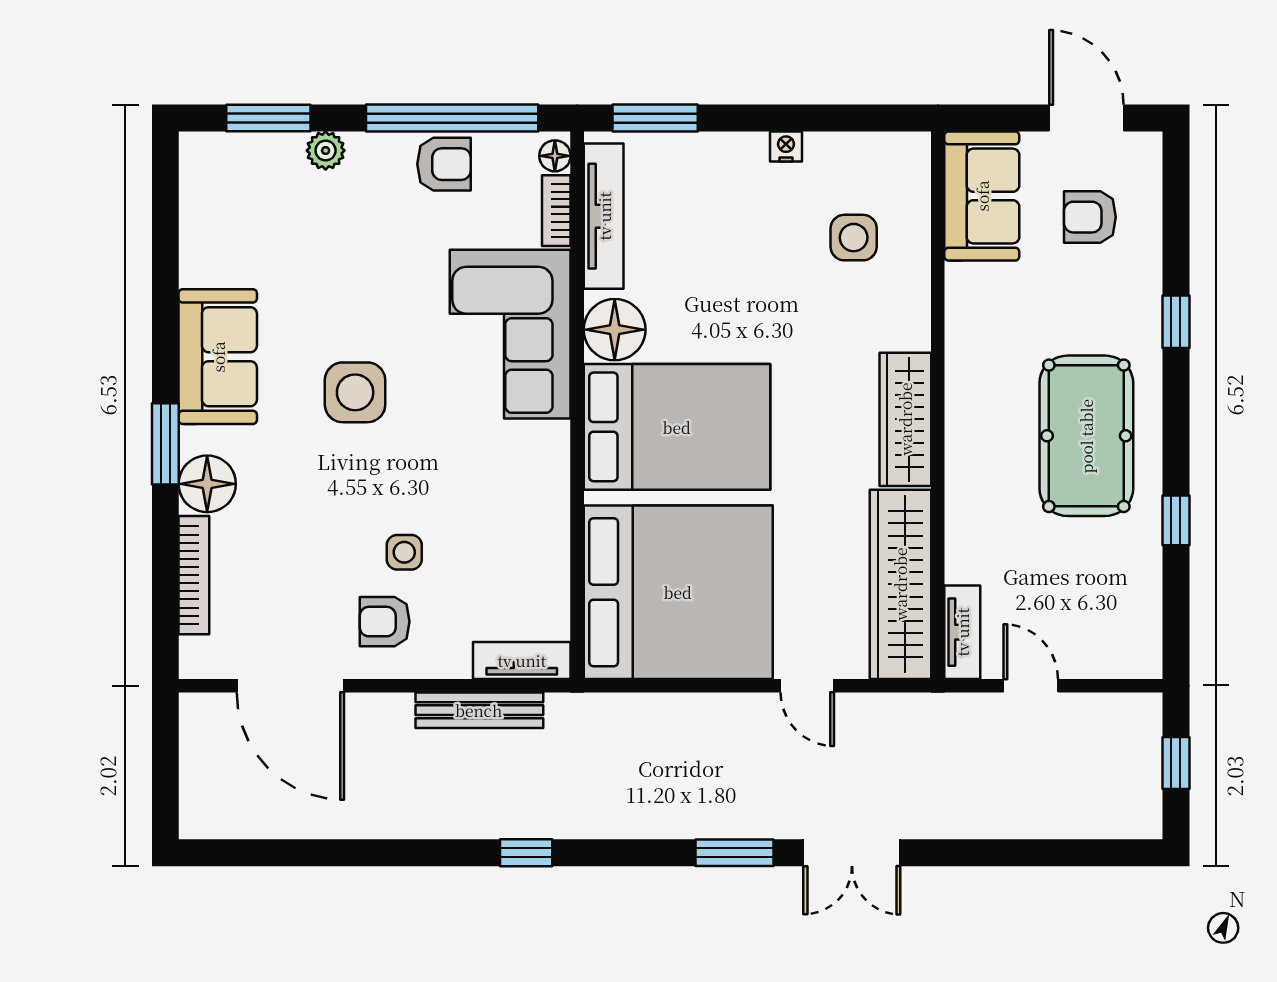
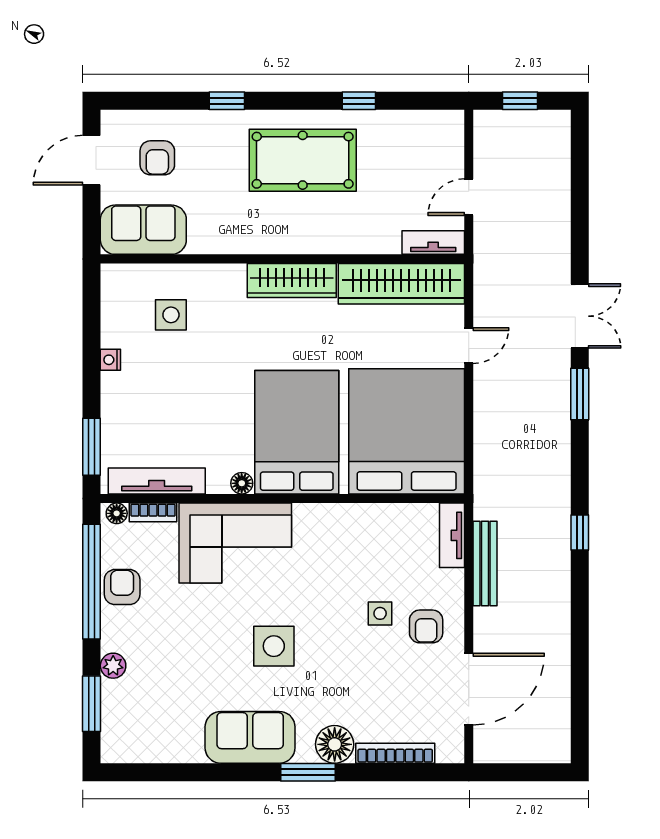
floor lamp: (615, 330) -> (242, 483), width x0.53, depth x0.53

